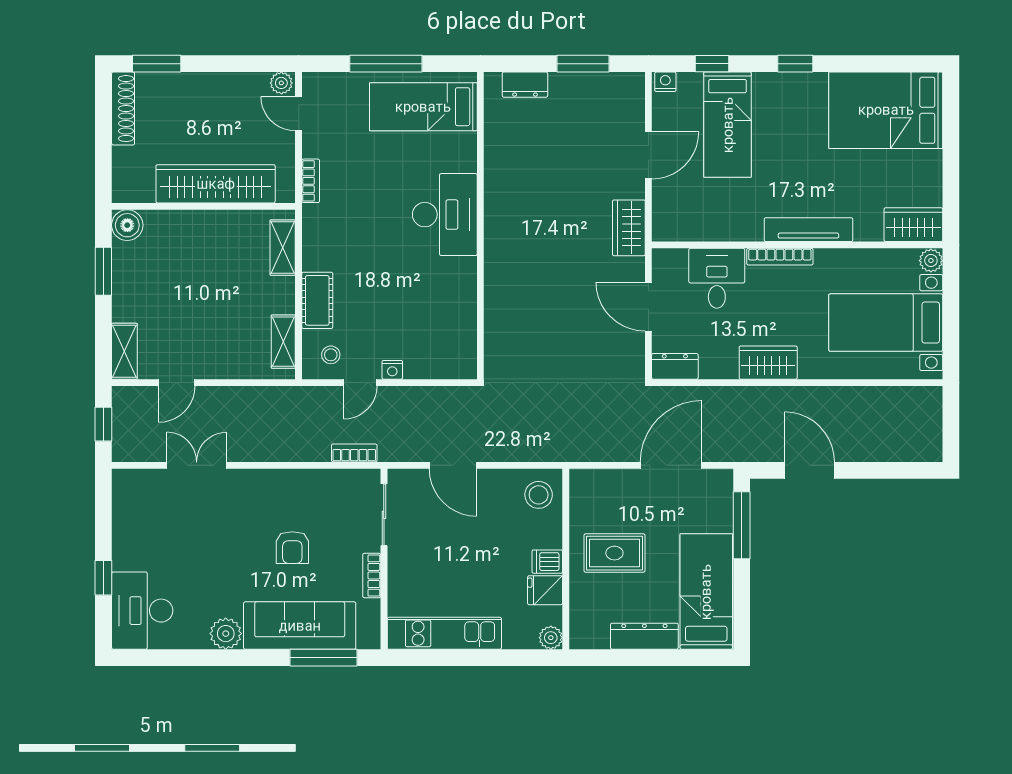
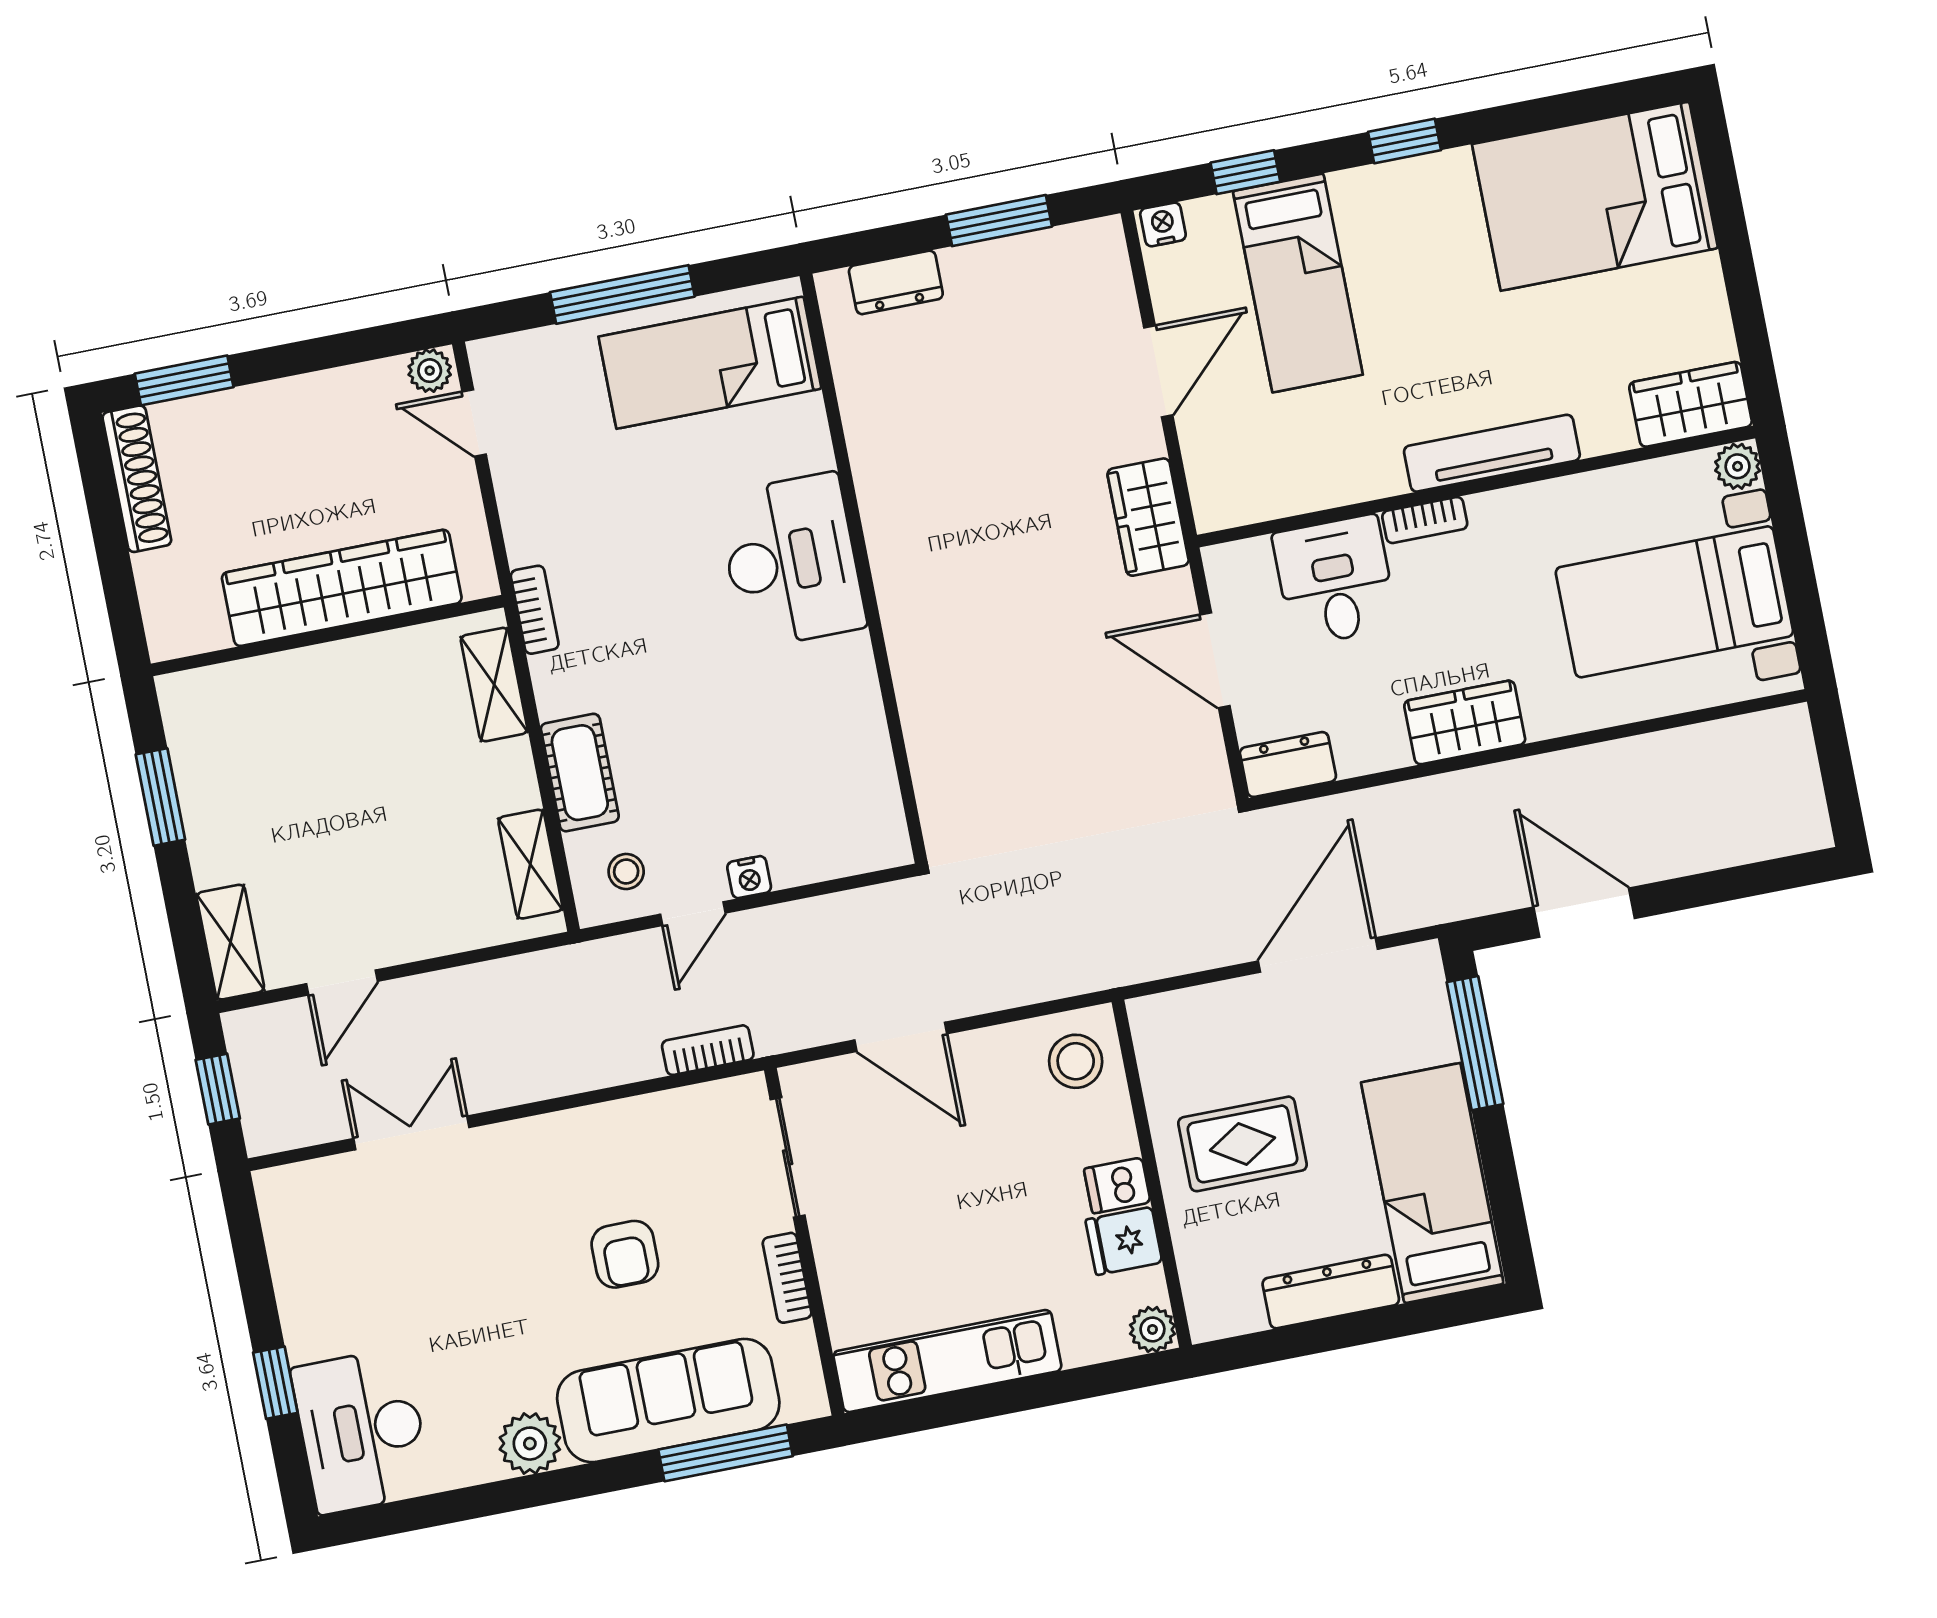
bookcase: (311, 181) -> (535, 610), moved
boiler: (127, 225) -> (189, 700), removed
bookcase: (780, 257) -> (1425, 520), width x0.64

